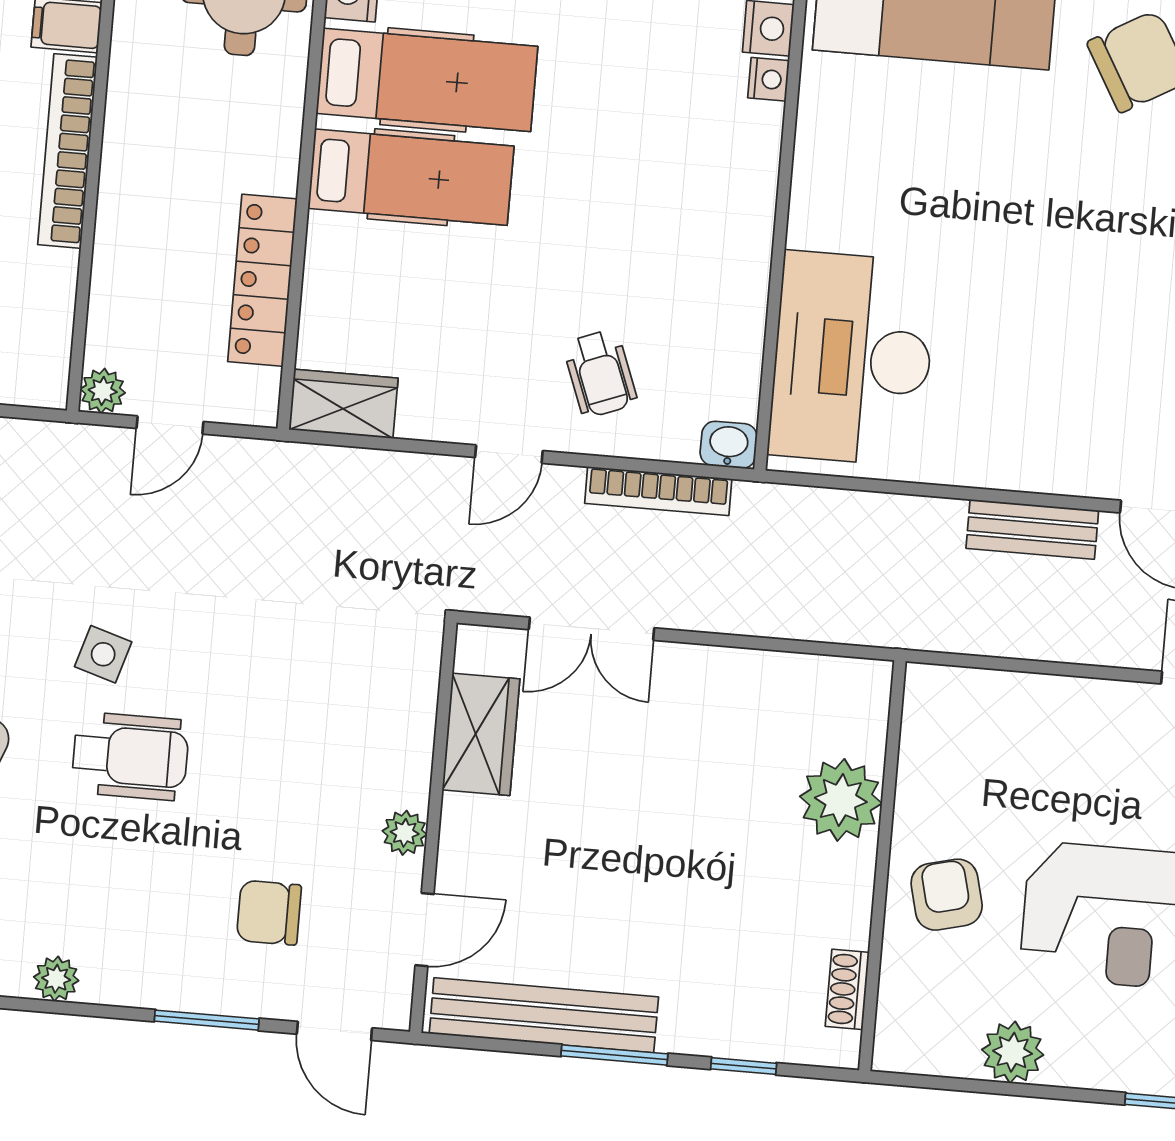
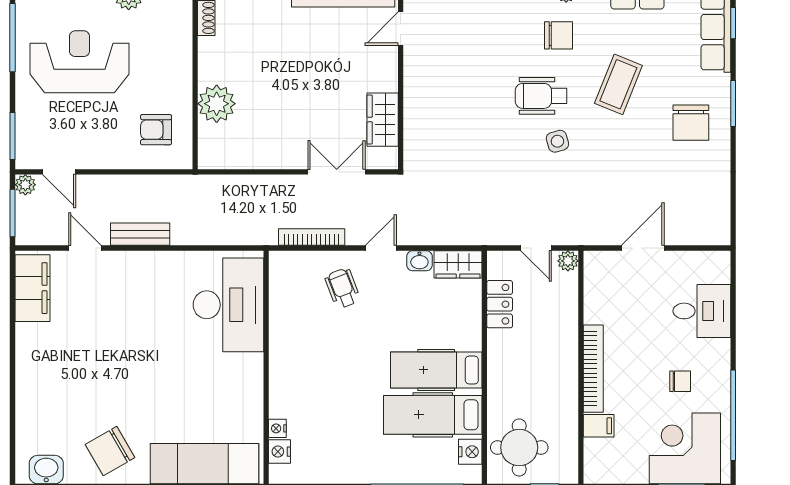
locker: (262, 280) -> (500, 304), width x0.66
door: (170, 425) -> (536, 248), swing flipped
washbasin: (729, 445) -> (419, 261), moved
side table: (103, 654) -> (557, 141), turned -33
plant: (405, 833) -> (413, 72), removed
armchair: (947, 895) -> (156, 130), moved, turned 104
chair: (269, 913) -> (558, 35), moved

